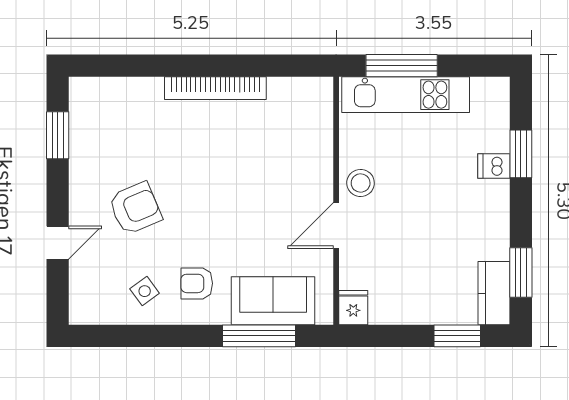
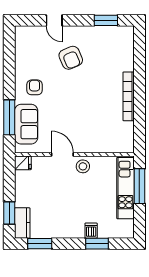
side table: (145, 291) -> (31, 62), removed
kitchen counter: (494, 293) -> (22, 223), moved, turned 90

